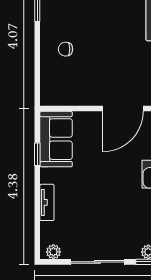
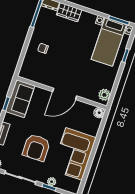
armchair: (107, 207) -> (36, 148), added

